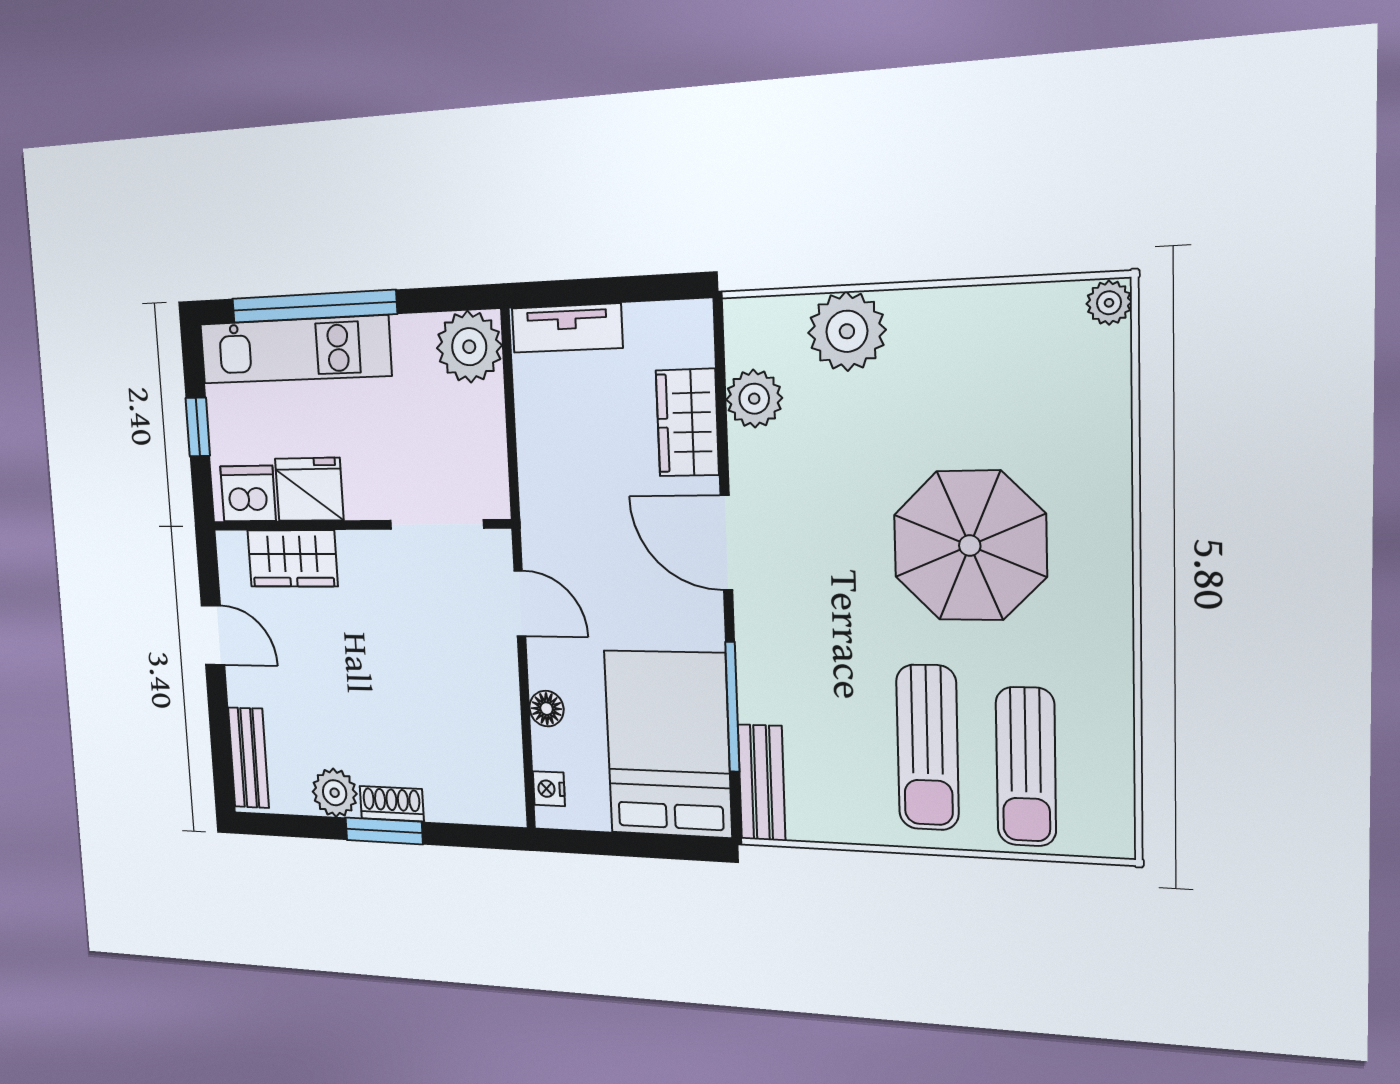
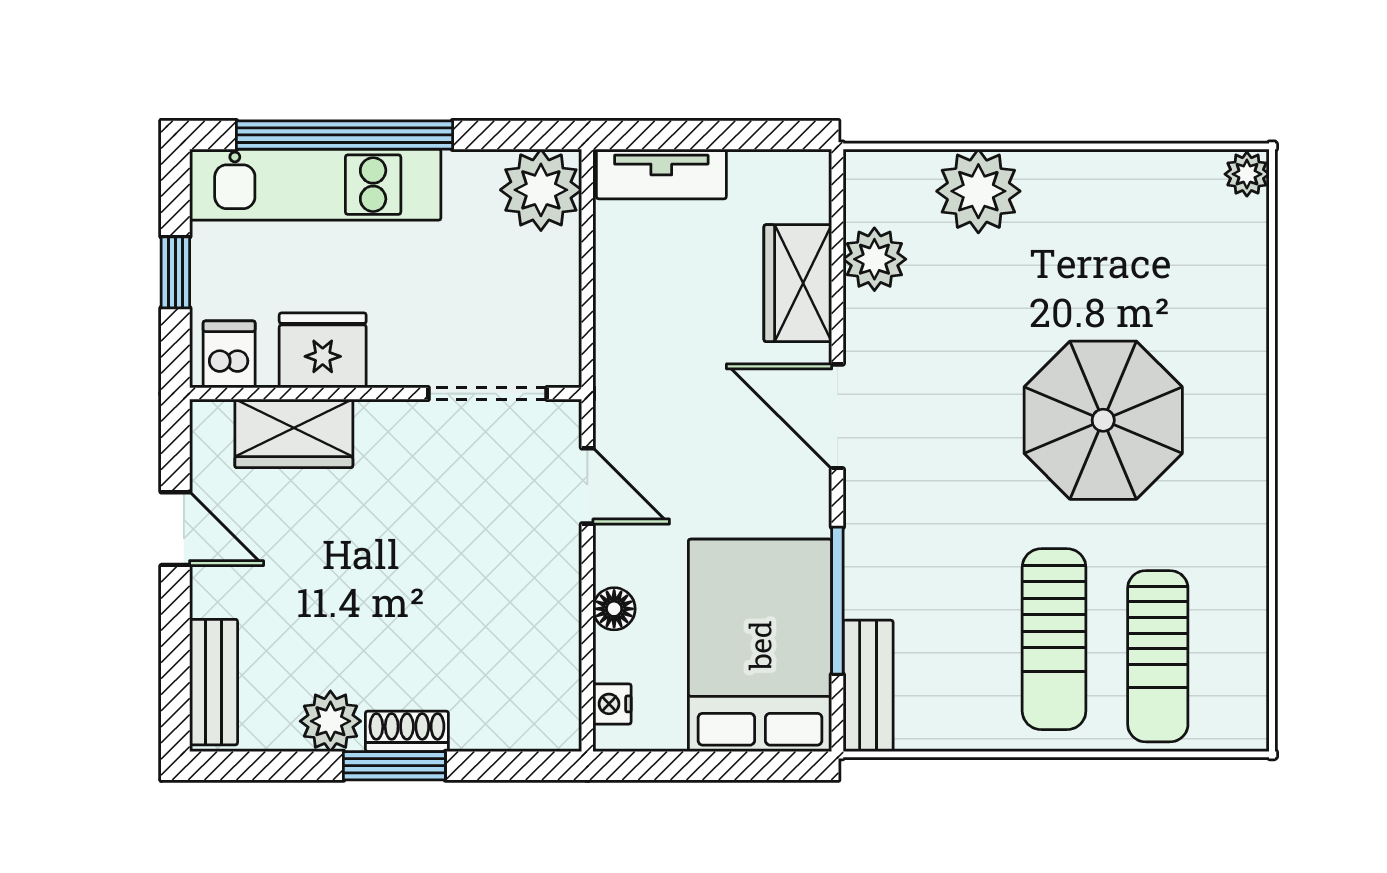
dishwasher: (248, 494) -> (229, 354), width x0.73

